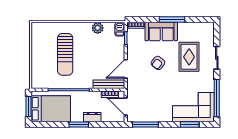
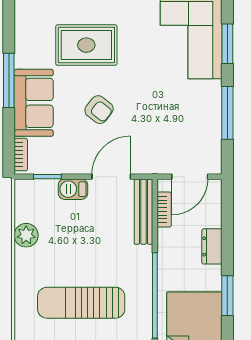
barbecue: (120, 29) -> (73, 189), moved
sun lounger: (65, 54) -> (81, 303), turned 180
door: (126, 69) -> (111, 177), swing flipped
window: (79, 125) -> (227, 296), moved
window: (145, 125) -> (227, 113), moved

